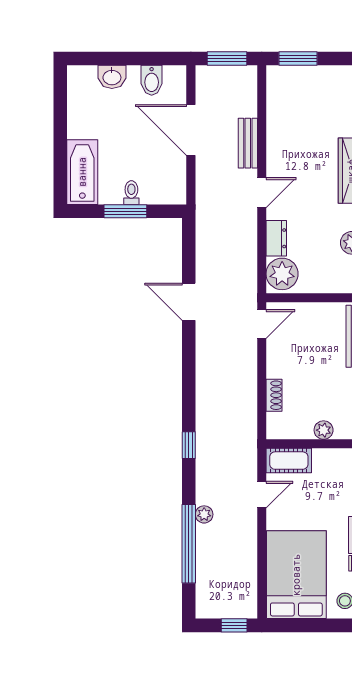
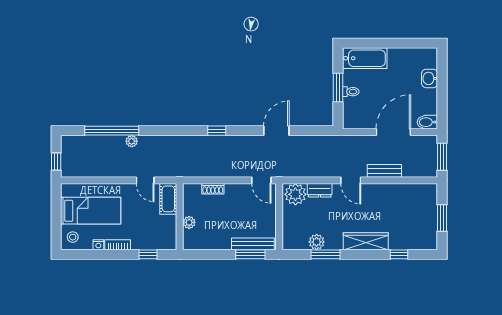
window: (298, 59) -> (442, 218), moved
bidet: (152, 80) -> (427, 122), moved
window: (189, 445) -> (217, 131), moved
bed: (296, 575) -> (91, 211), width x0.67

